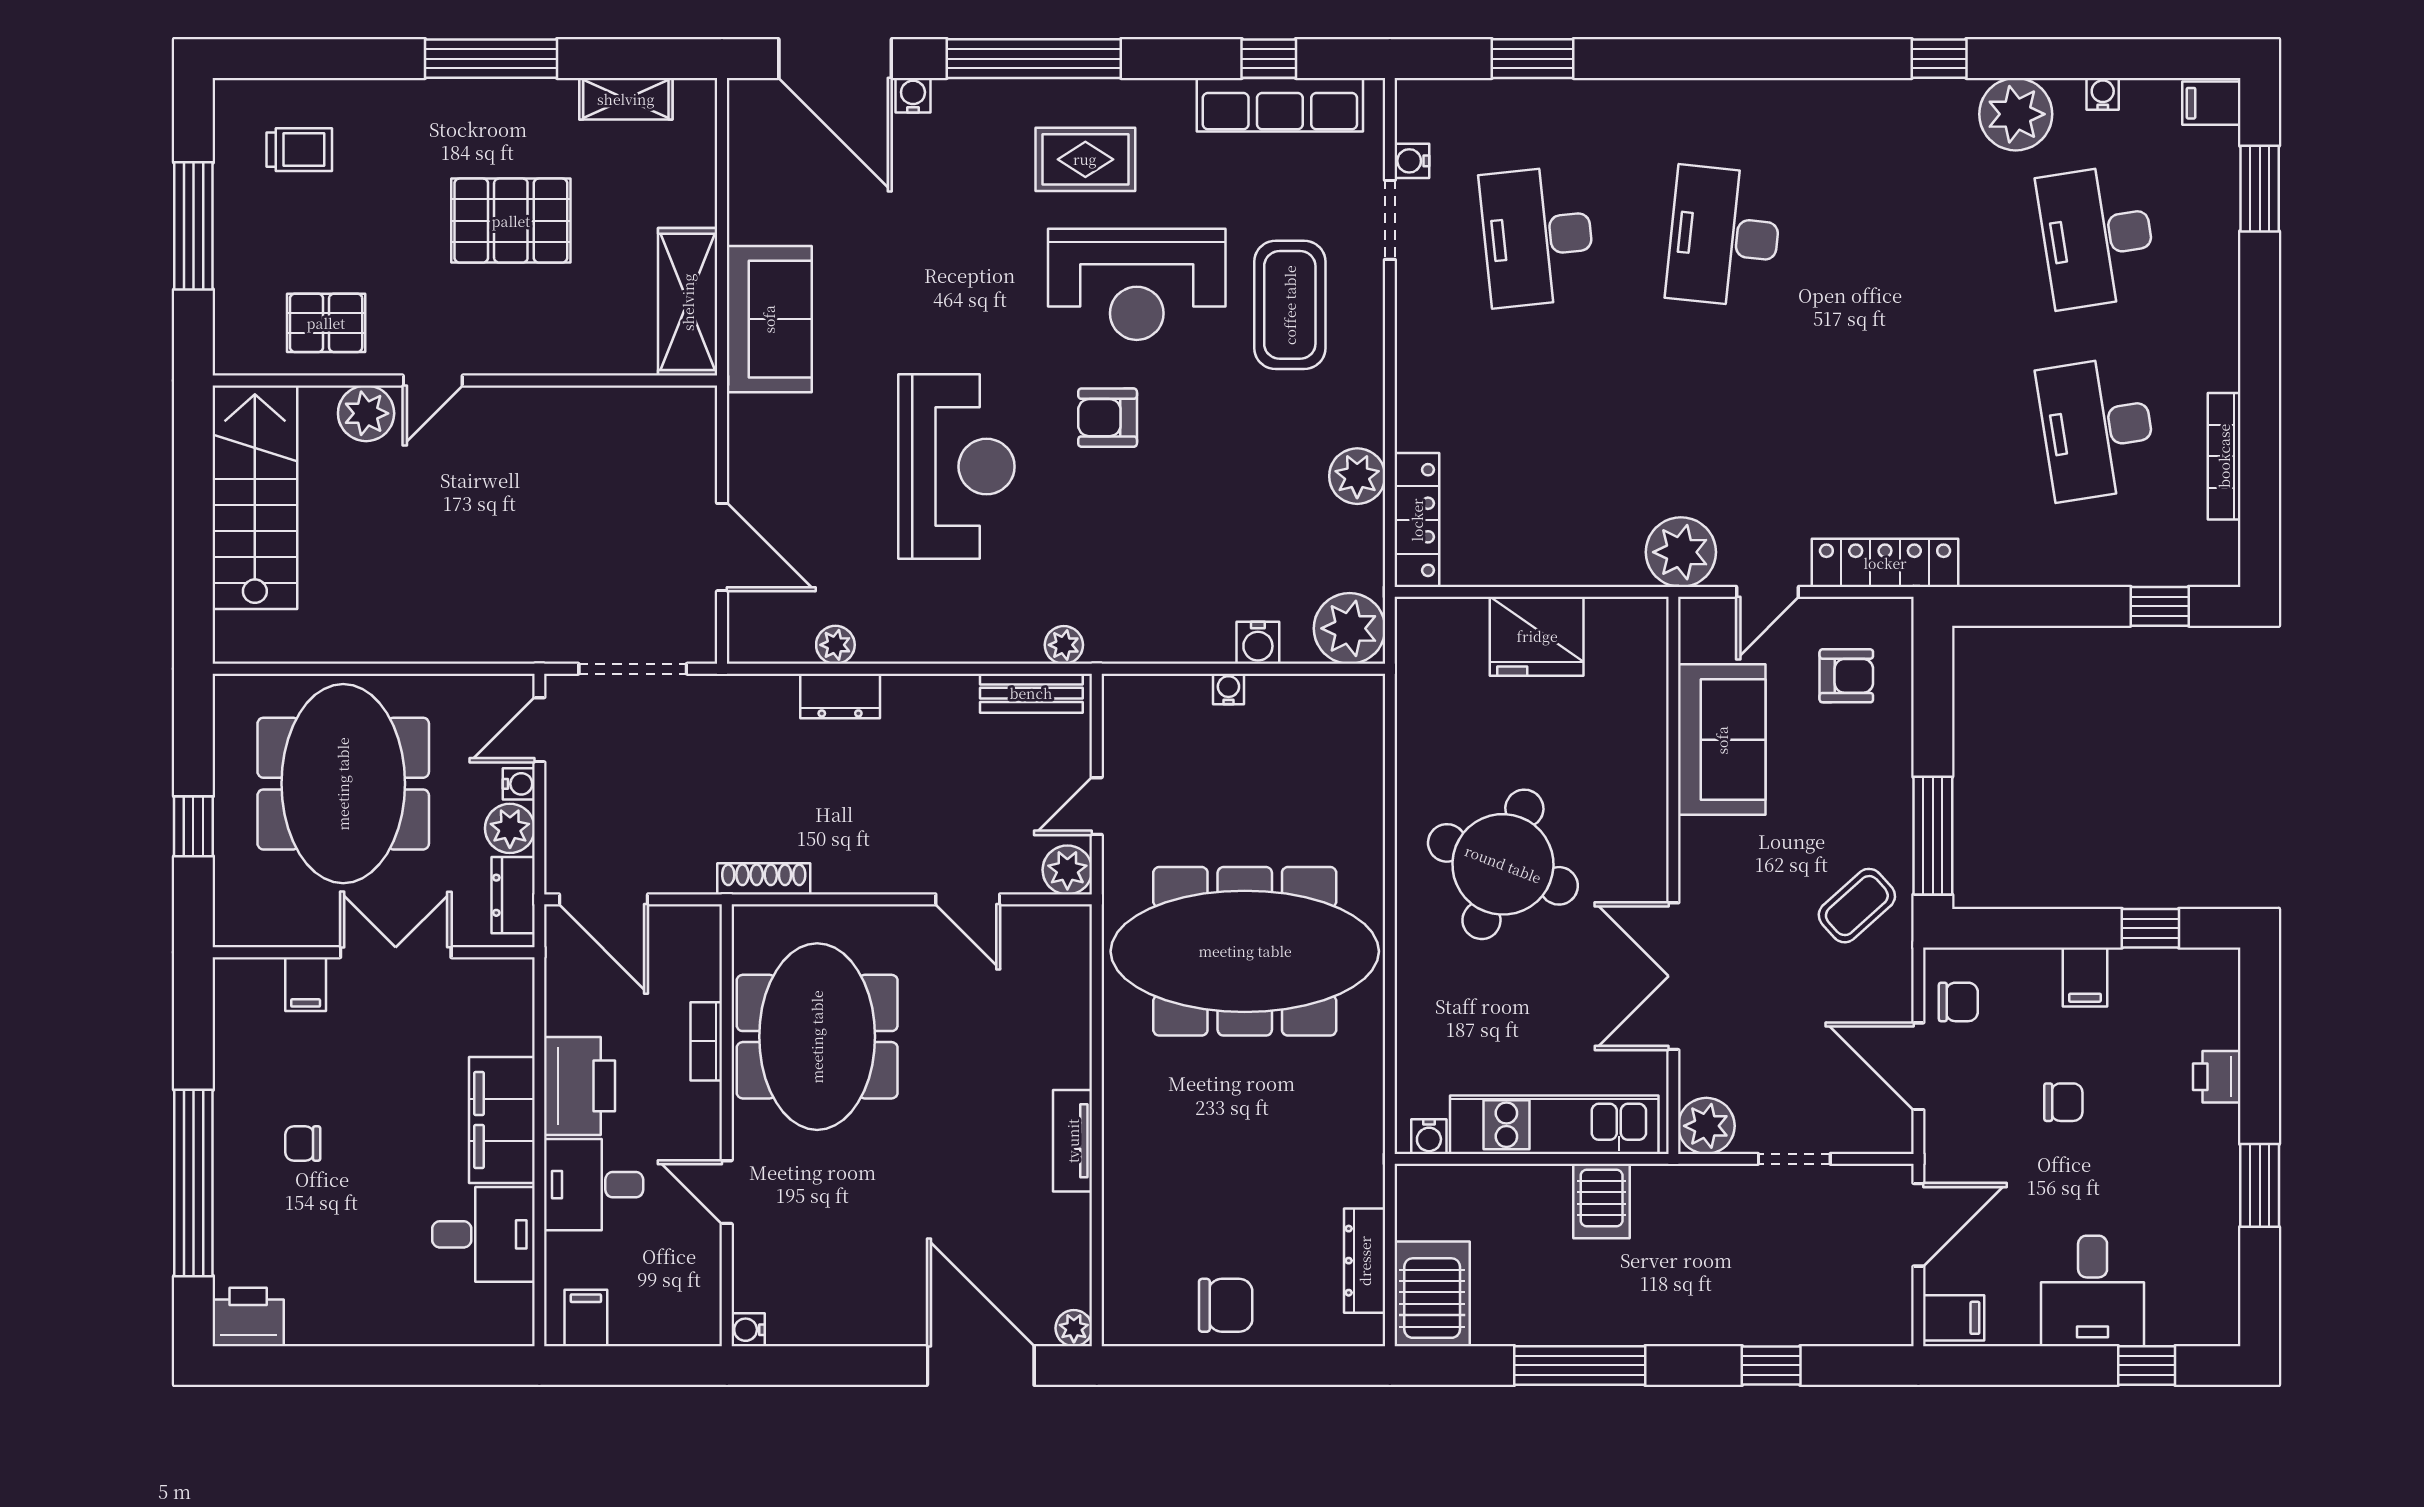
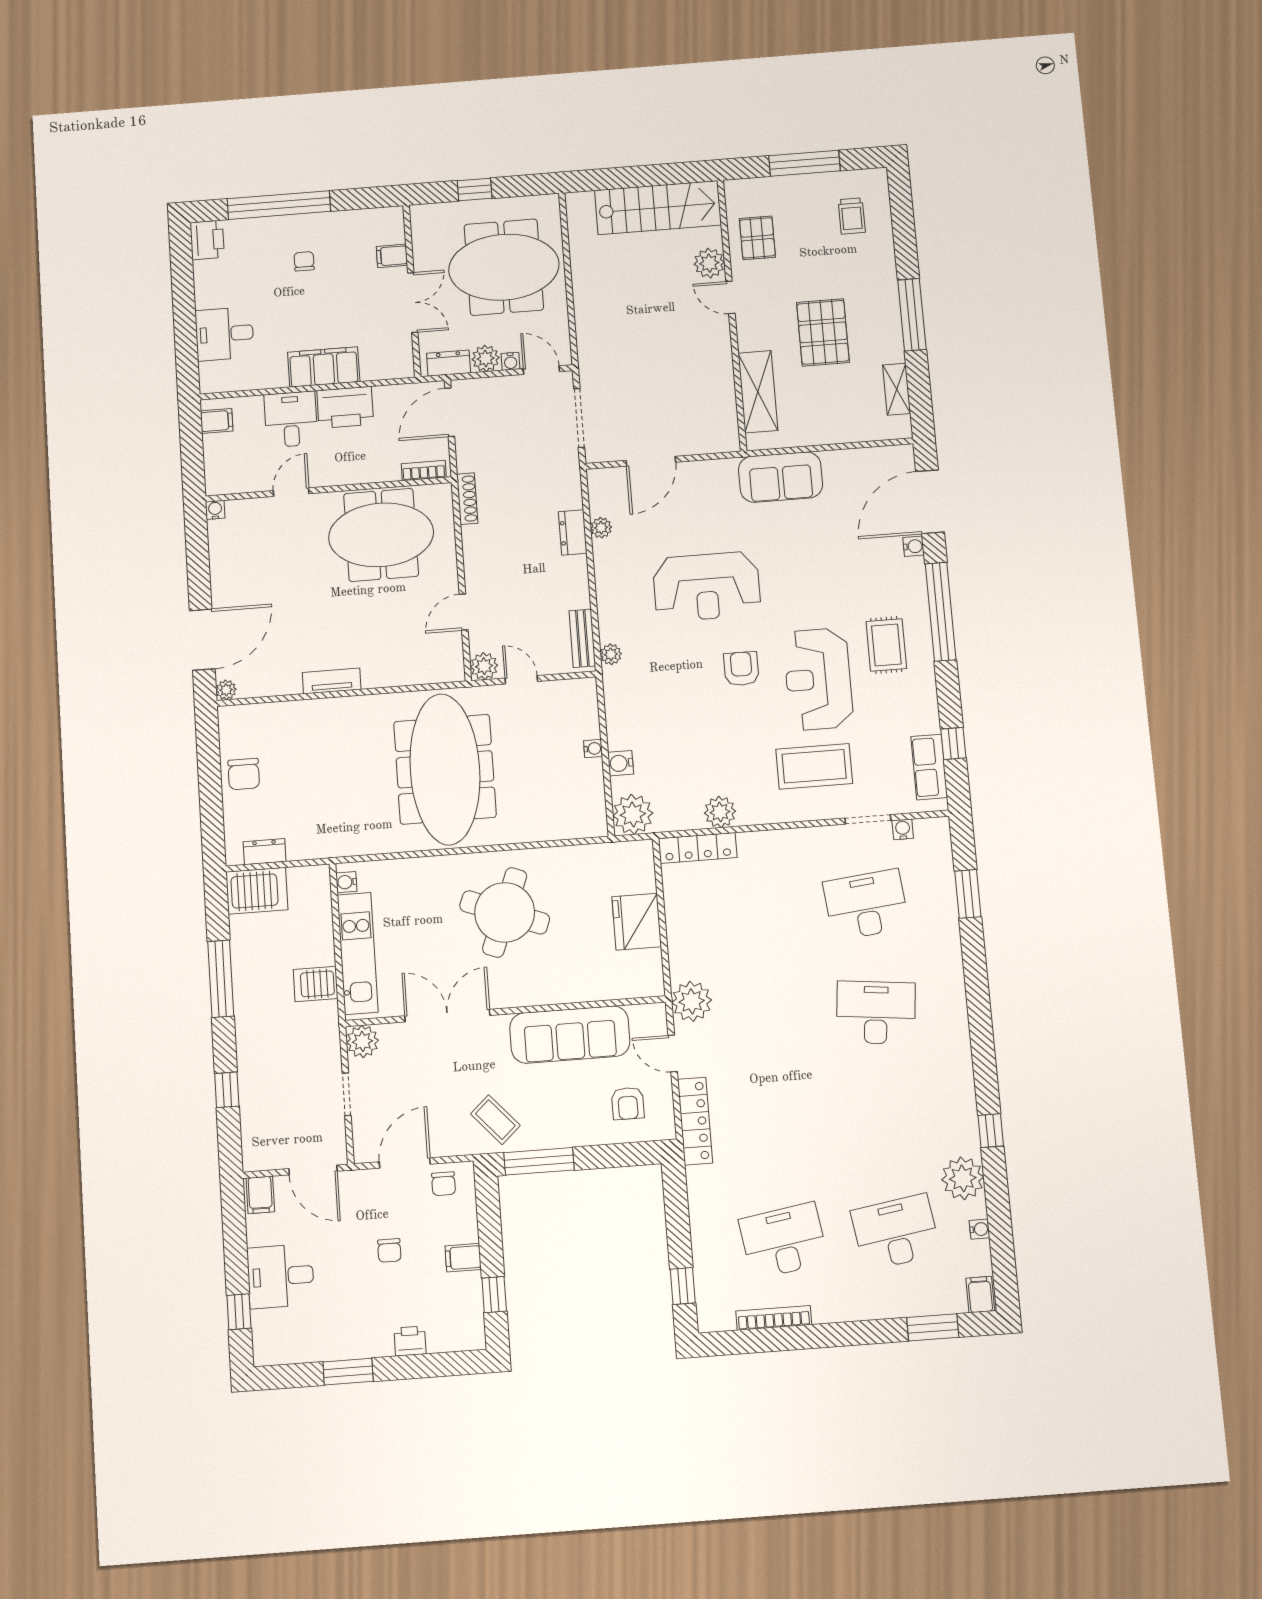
row of seats: (1280, 105) -> (929, 767), width x0.68
shelving: (688, 302) -> (758, 392), moved, turned 90
sofa: (1722, 740) -> (570, 1035), width x1.36
bookcase: (706, 1041) -> (424, 471), moved
desk: (483, 1234) -> (224, 334), moved, turned 90
dresser: (1365, 1261) -> (265, 852), width x0.70

